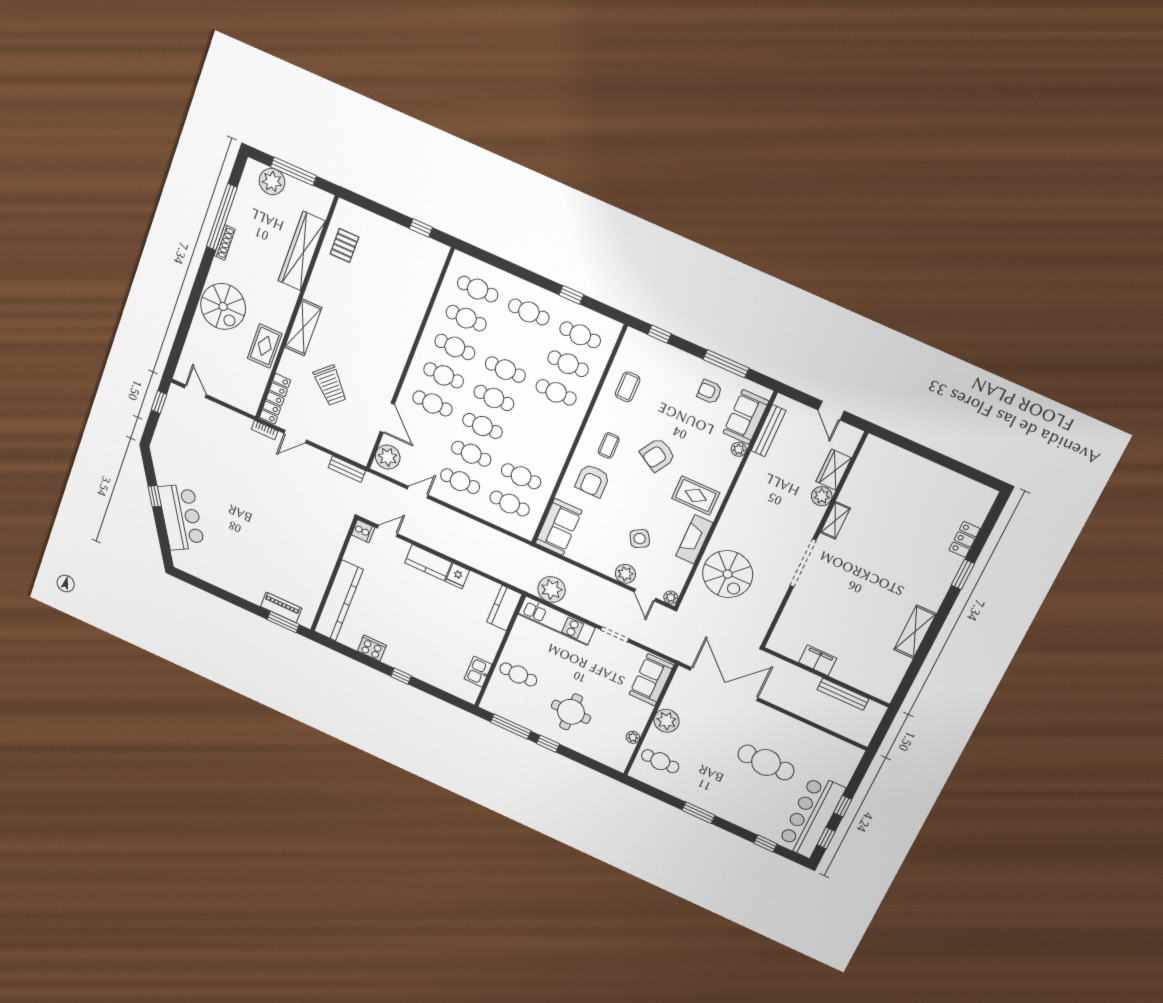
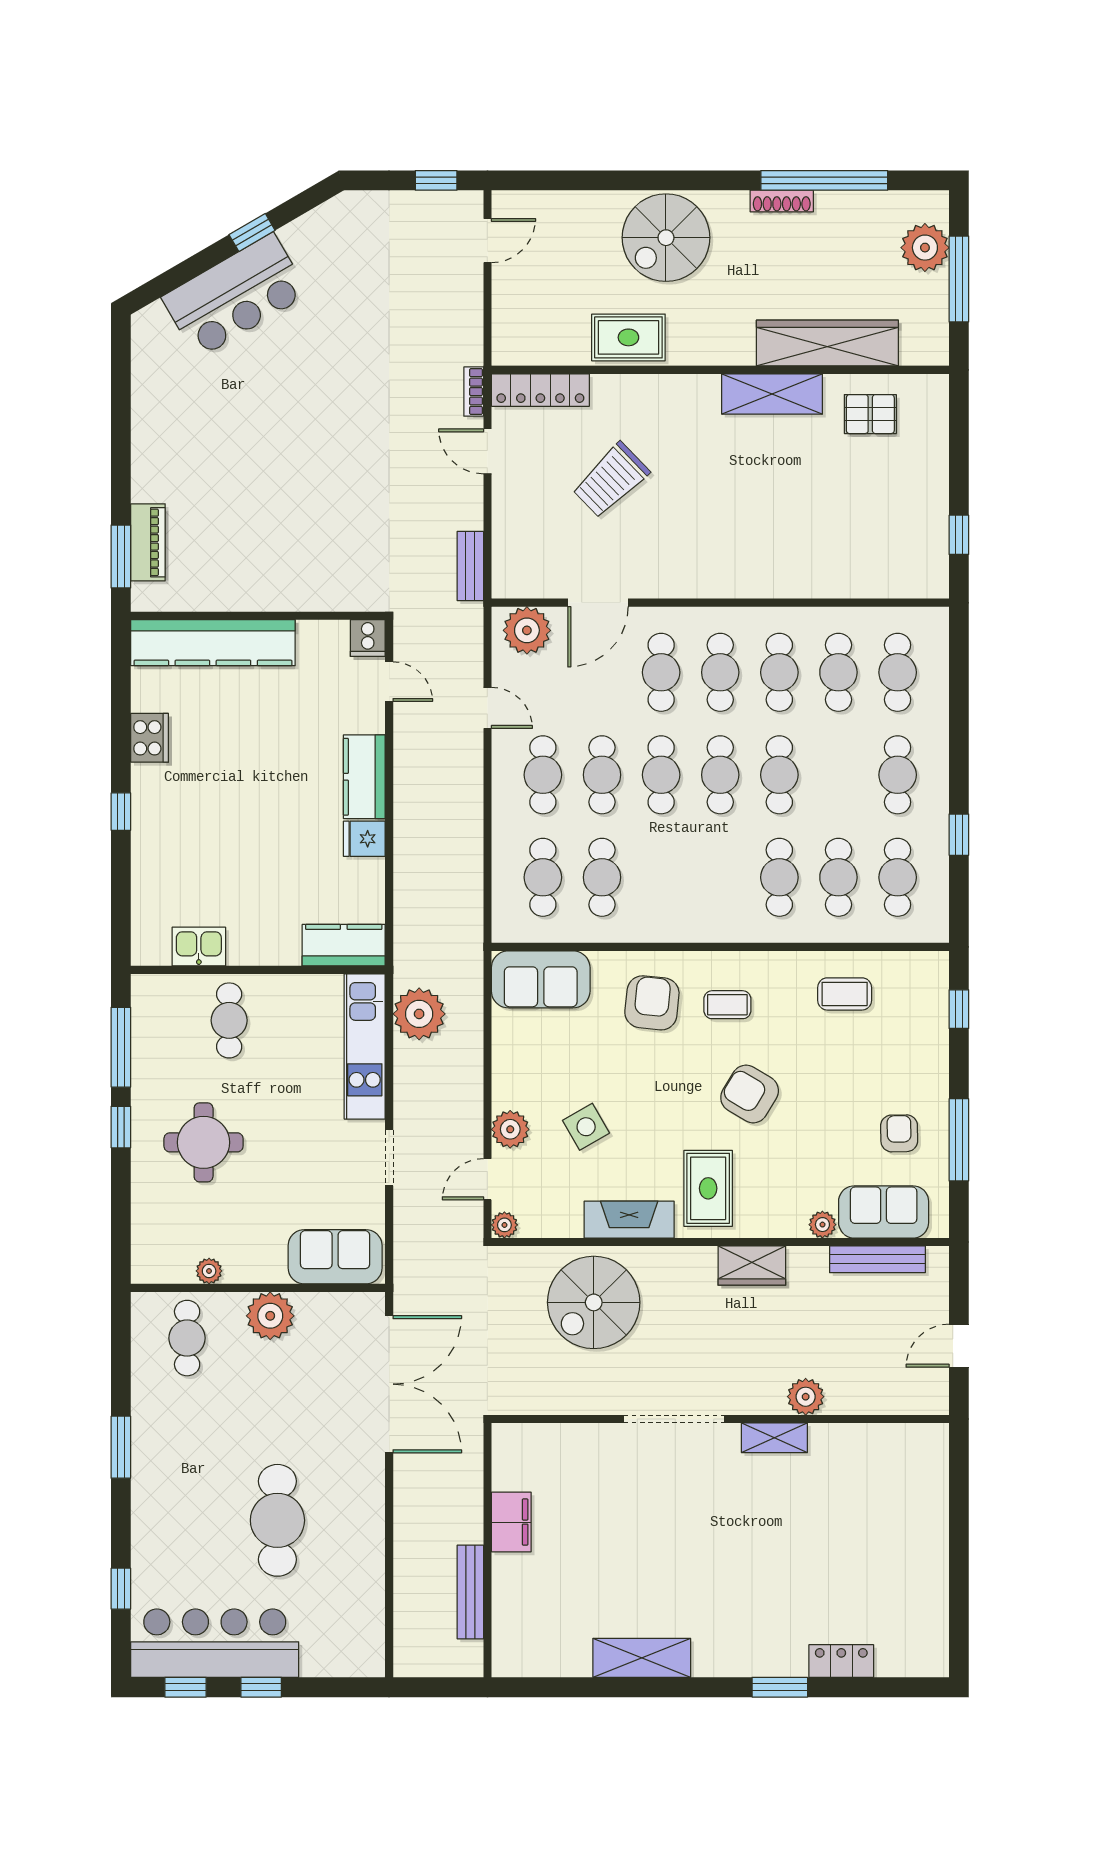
shelving: (303, 327) -> (772, 394), moved
wardrobe: (834, 470) -> (752, 1266), moved, turned 180
armchair: (592, 481) -> (652, 1003), turned 96

